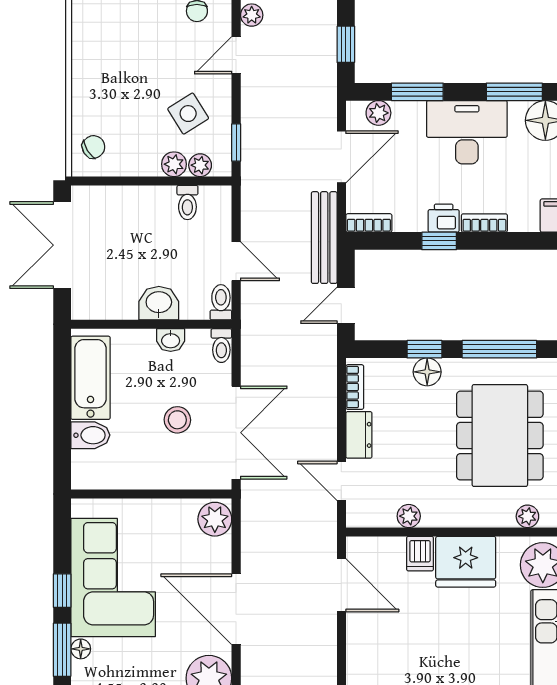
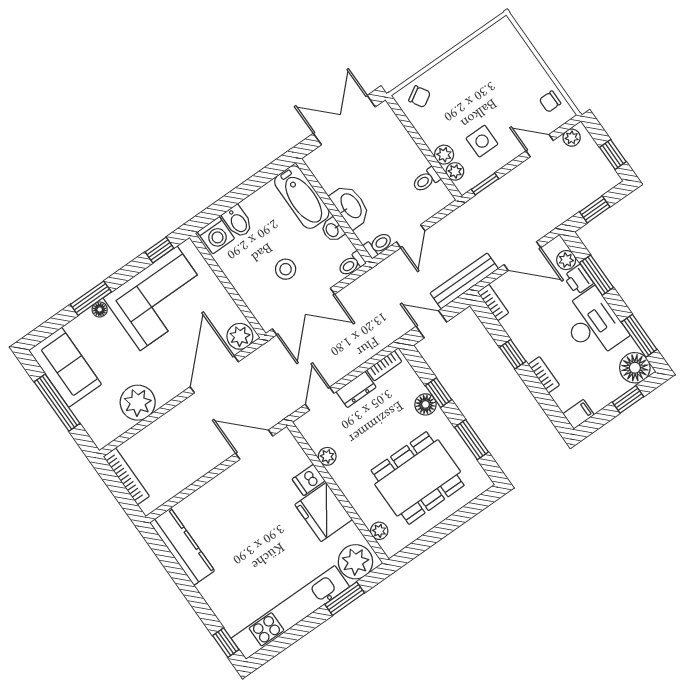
side table: (188, 114) -> (482, 141), turned 32
printer: (444, 218) -> (578, 280), moved, turned 180
washbasin: (159, 303) -> (350, 206), width x1.38
window: (499, 349) -> (472, 440), width x0.69
bathtub: (91, 378) -> (302, 197), moved, turned 90
washing machine: (89, 469) -> (216, 235), added
door: (341, 585) -> (254, 445), swing flipped
window: (62, 591) -> (159, 250), moved
door: (236, 609) -> (214, 374), moved

